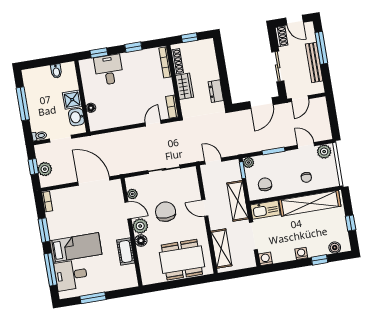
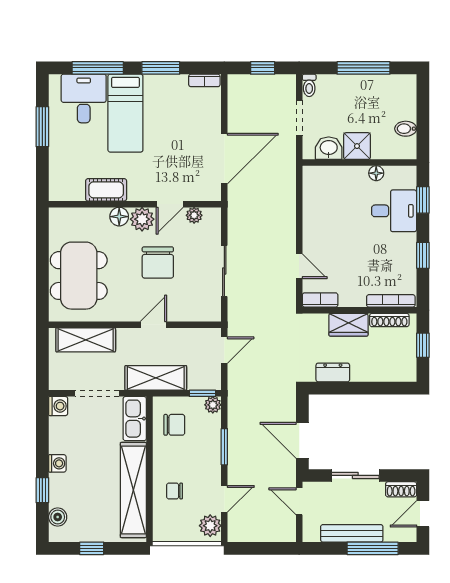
floor lamp: (91, 108) -> (376, 173), moved
plant: (45, 169) -> (256, 85), removed
chair: (166, 212) -> (158, 262), turned 90

